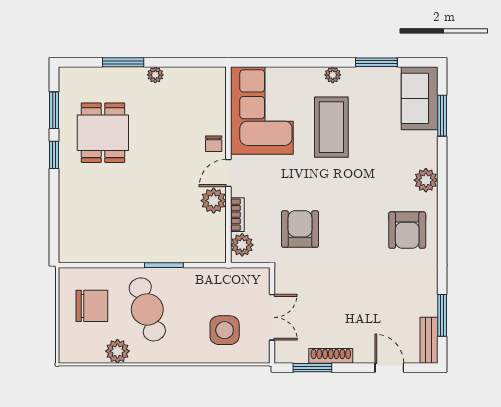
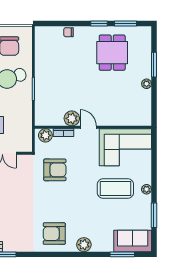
dining table: (103, 133) -> (112, 53), turned 90
chair: (214, 144) -> (69, 32), moved

